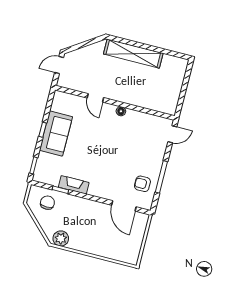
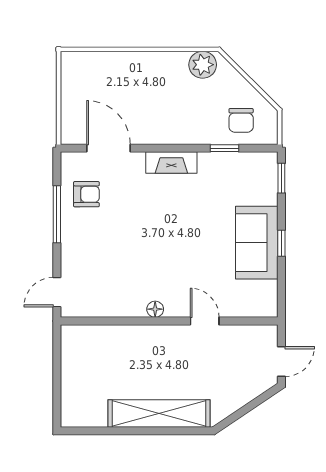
fireplace: (74, 185) -> (171, 162), moved

